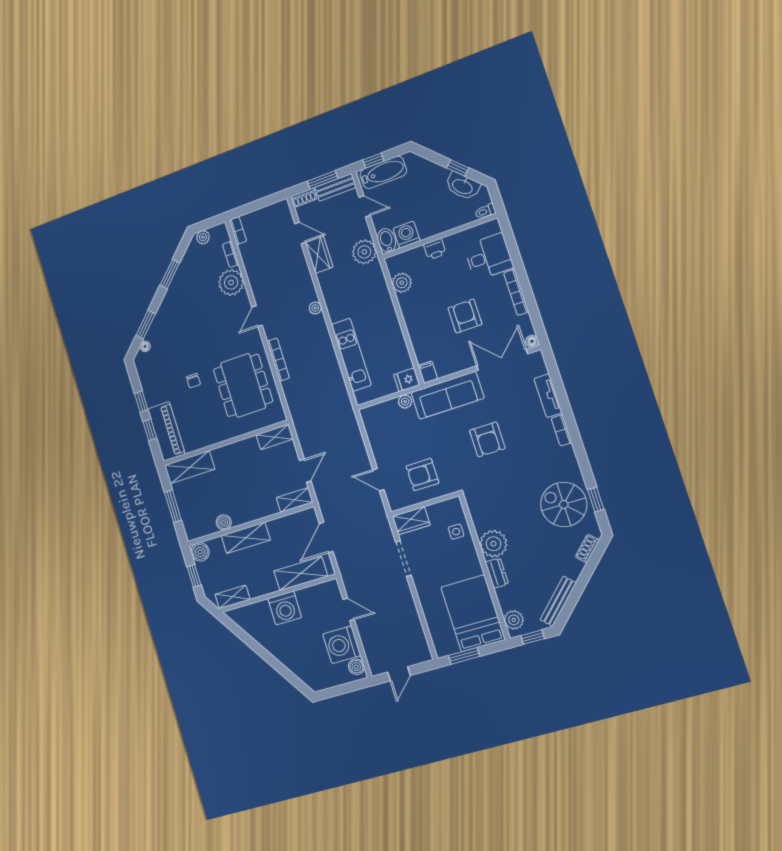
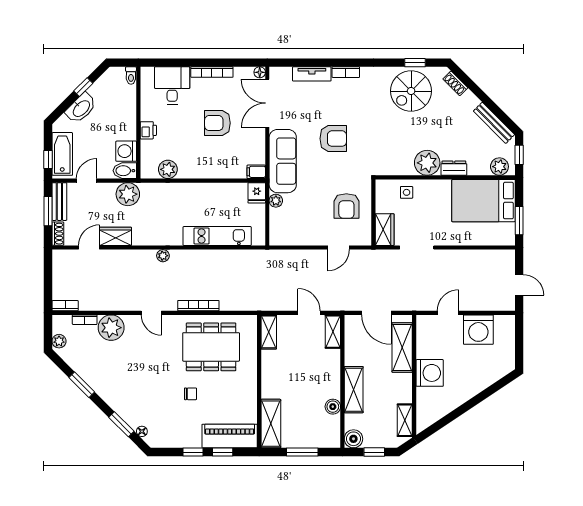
washbasin: (463, 186) -> (81, 108), moved
boiler: (356, 667) -> (502, 322), removed

